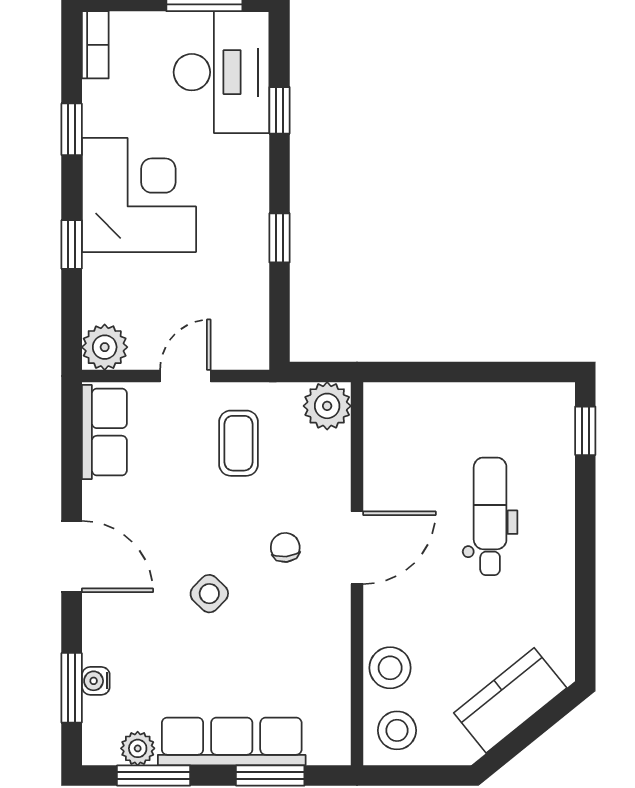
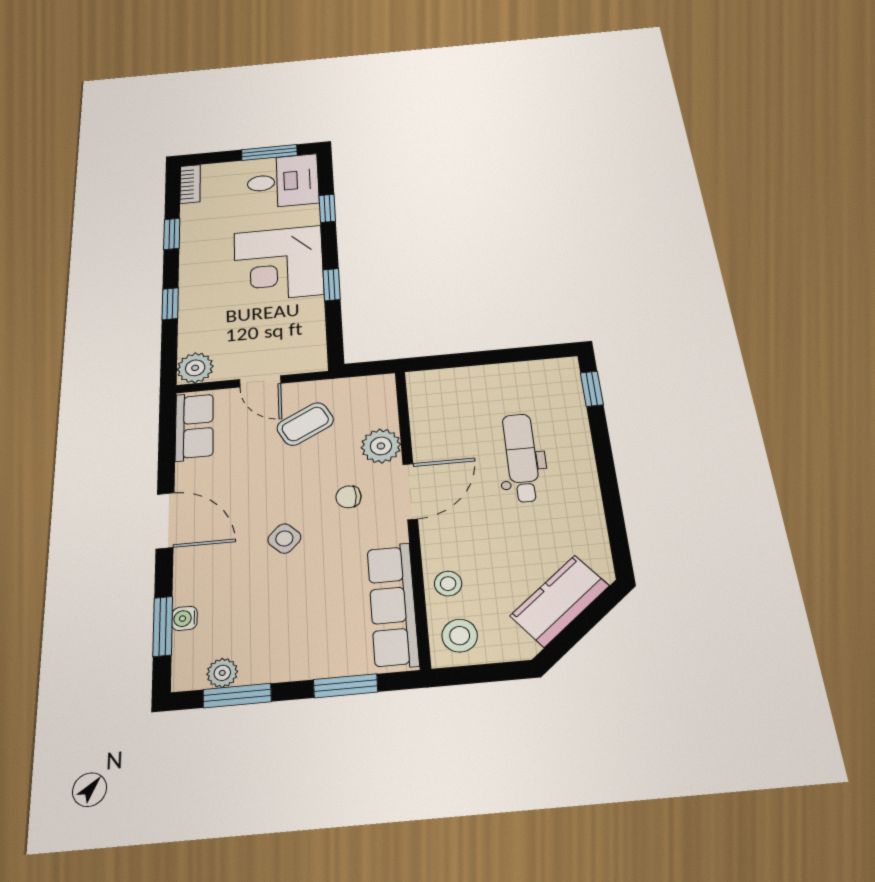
desk: (221, 72) -> (283, 181), width x0.73
corner desk: (139, 195) -> (279, 264), moved, turned 180
door: (185, 376) -> (260, 381), swing flipped
plant: (327, 406) -> (381, 446), moved
coffee table: (239, 443) -> (305, 424), turned 62
chair: (285, 547) -> (349, 497), turned -84
stool: (390, 668) -> (448, 584), width x0.73, depth x0.73
row of seats: (232, 741) -> (393, 605), moved, turned -90

